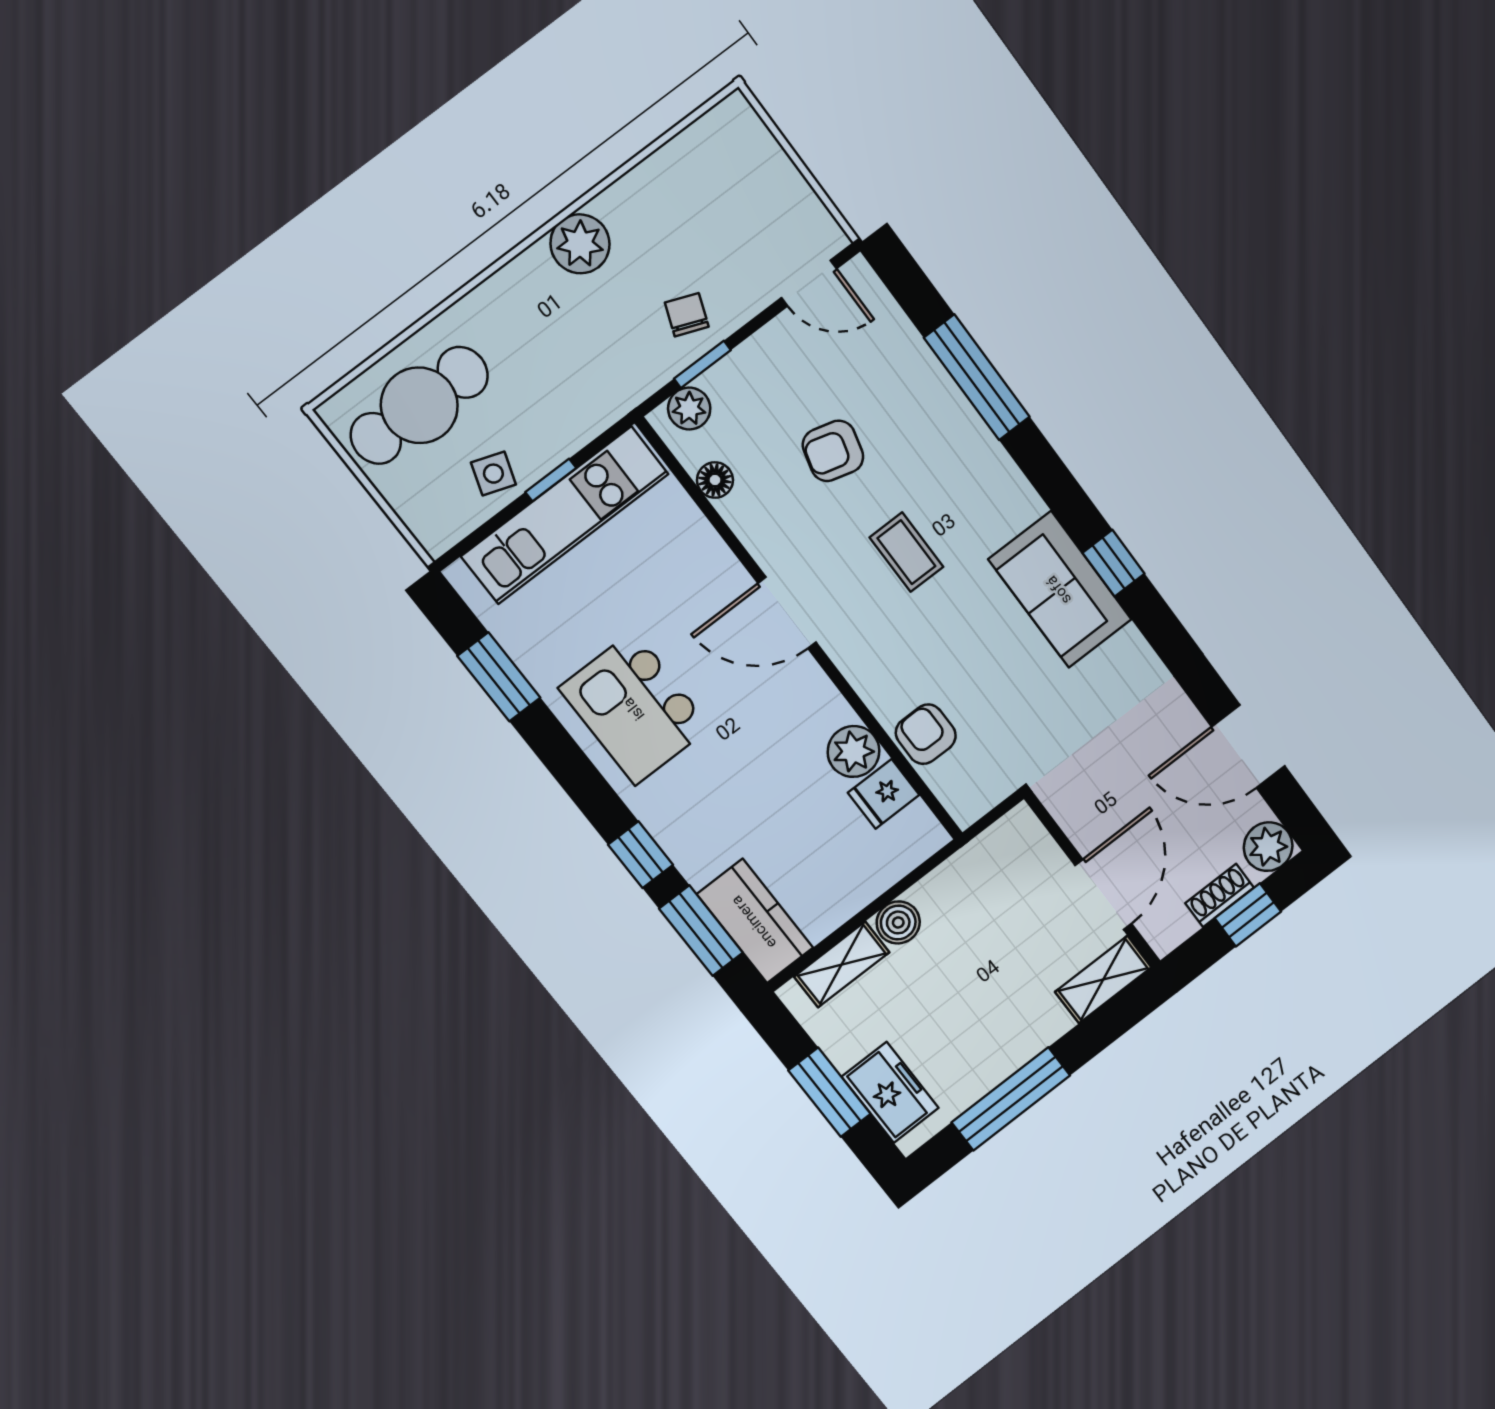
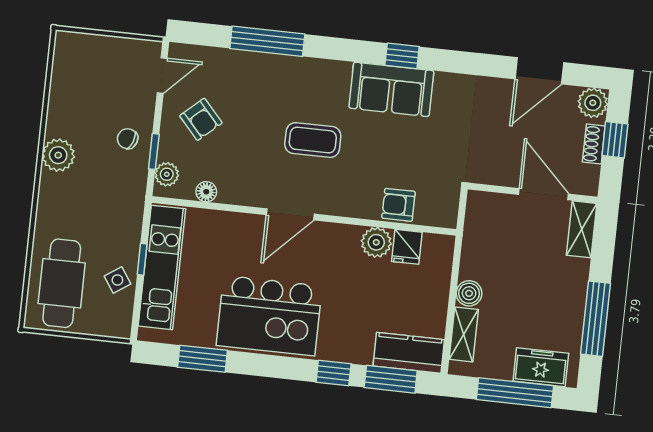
armchair: (833, 451) -> (201, 119), moved, turned -57
side table: (493, 474) -> (117, 280), turned 37
coffee table: (906, 552) -> (313, 140), width x1.36, depth x1.30
kitchen island: (635, 708) -> (269, 316), width x1.37, depth x1.28
window: (830, 1092) -> (515, 393), width x1.44

